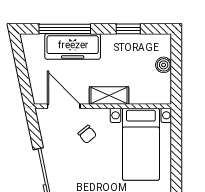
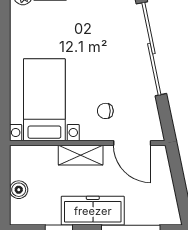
freezer: (73, 46) -> (93, 211), moved
chair: (87, 134) -> (105, 111), turned -51

